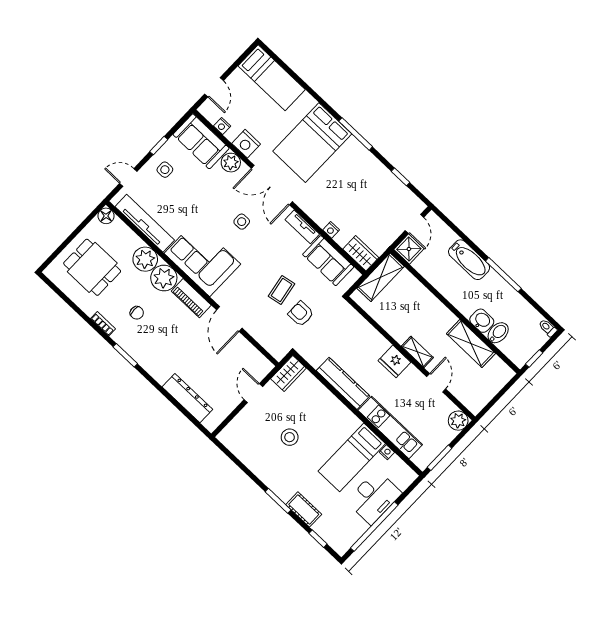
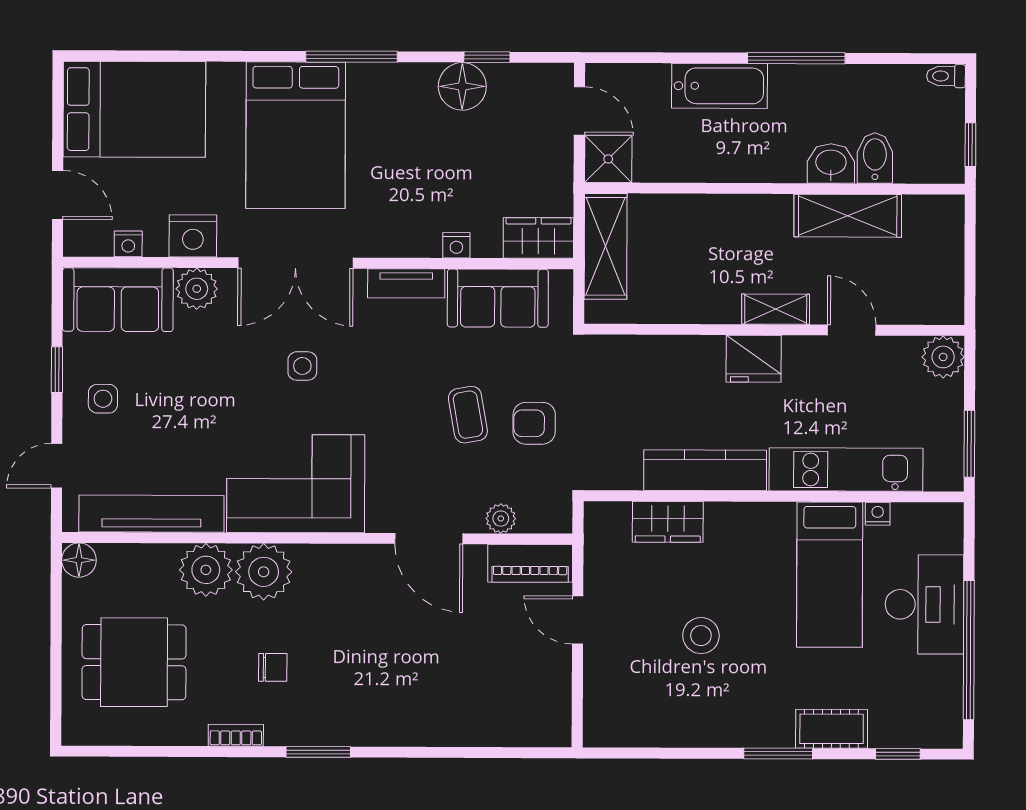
bed: (272, 78) -> (134, 109), width x1.50
floor lamp: (383, 179) -> (462, 86), added
piano: (191, 298) -> (530, 563), moved
plant: (260, 335) -> (501, 519), added
wardrobe: (288, 373) -> (668, 522), moved, turned 90
dresser: (187, 398) -> (481, 727), removed

